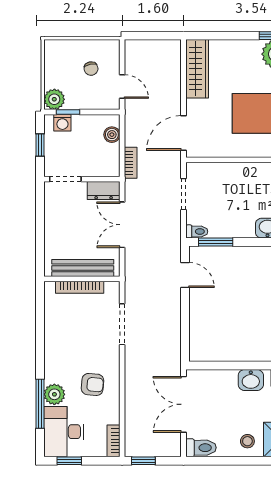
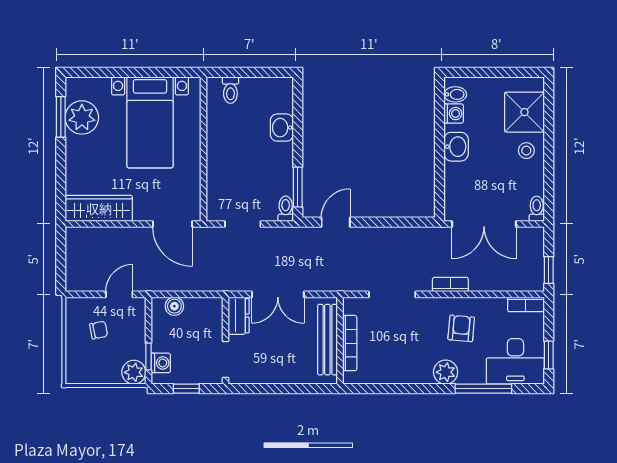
bookcase: (131, 163) -> (450, 285), moved
plant: (54, 394) -> (446, 372), moved
toilet: (201, 448) -> (537, 209), width x0.73, depth x0.72

